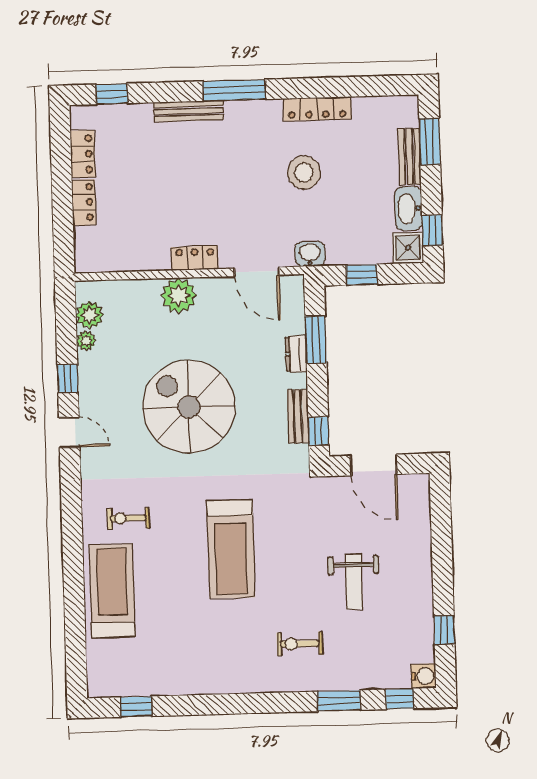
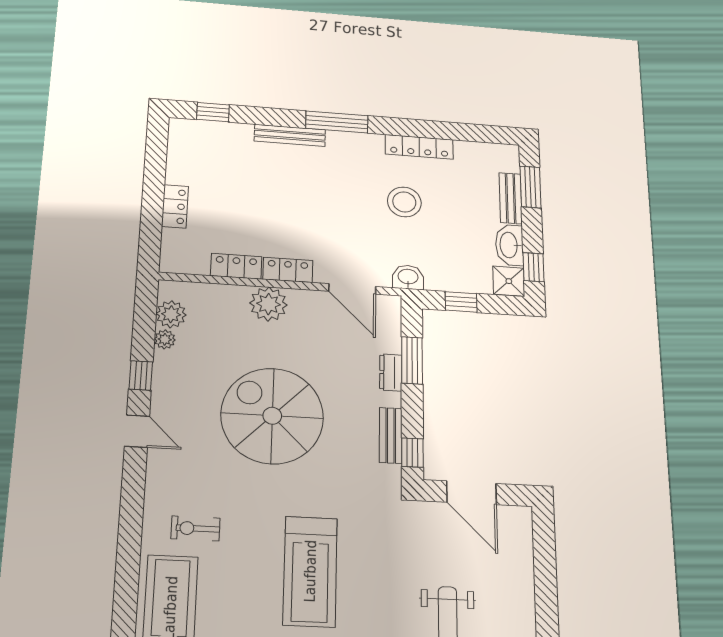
locker: (83, 154) -> (236, 266), moved, turned -90

